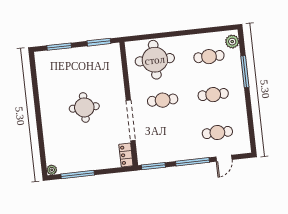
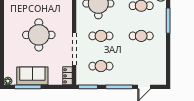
round table: (84, 107) -> (39, 35), width x1.36, depth x1.36
cafe table: (217, 133) -> (101, 66), moved
sofa: (82, 160) -> (32, 76), added

